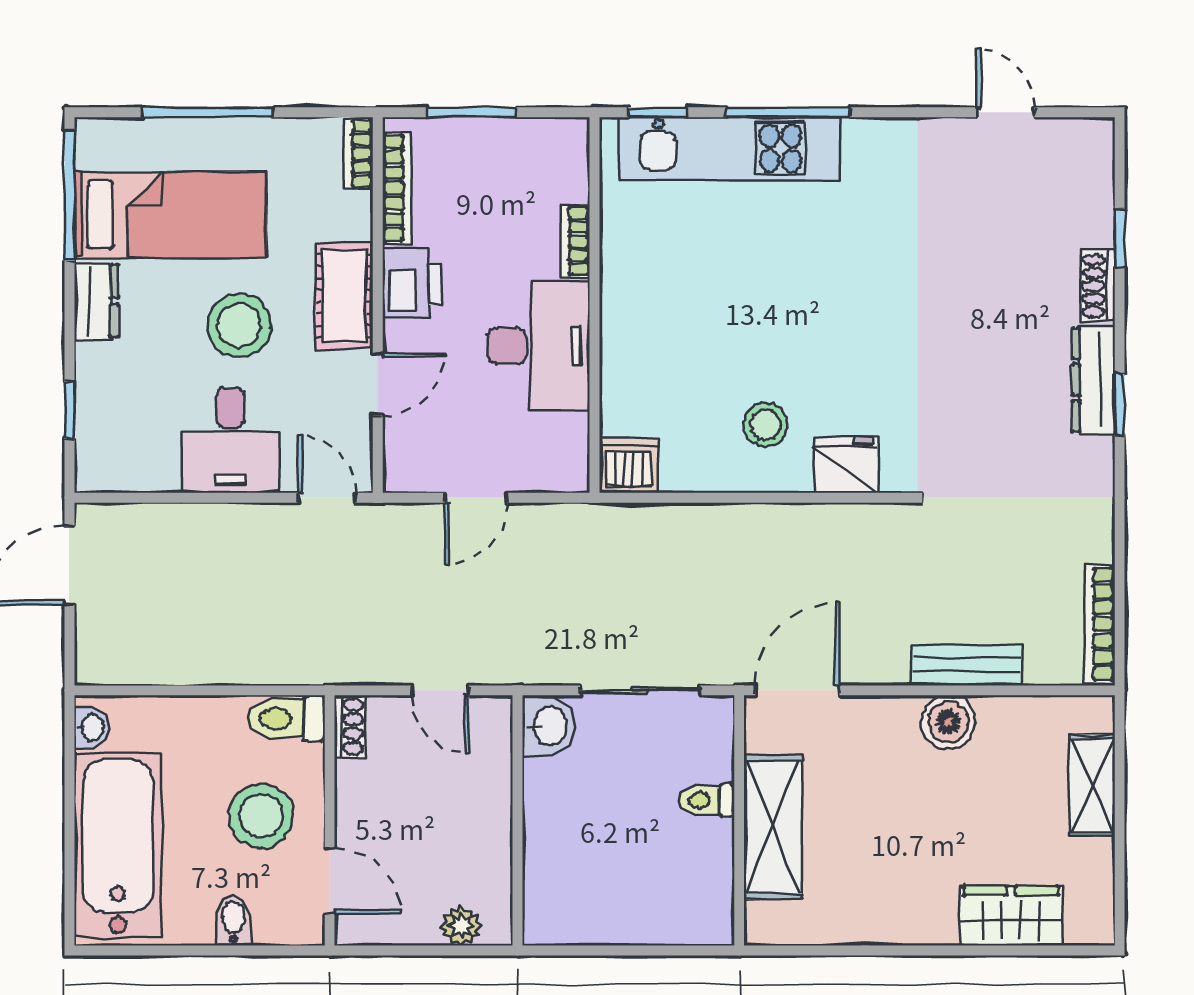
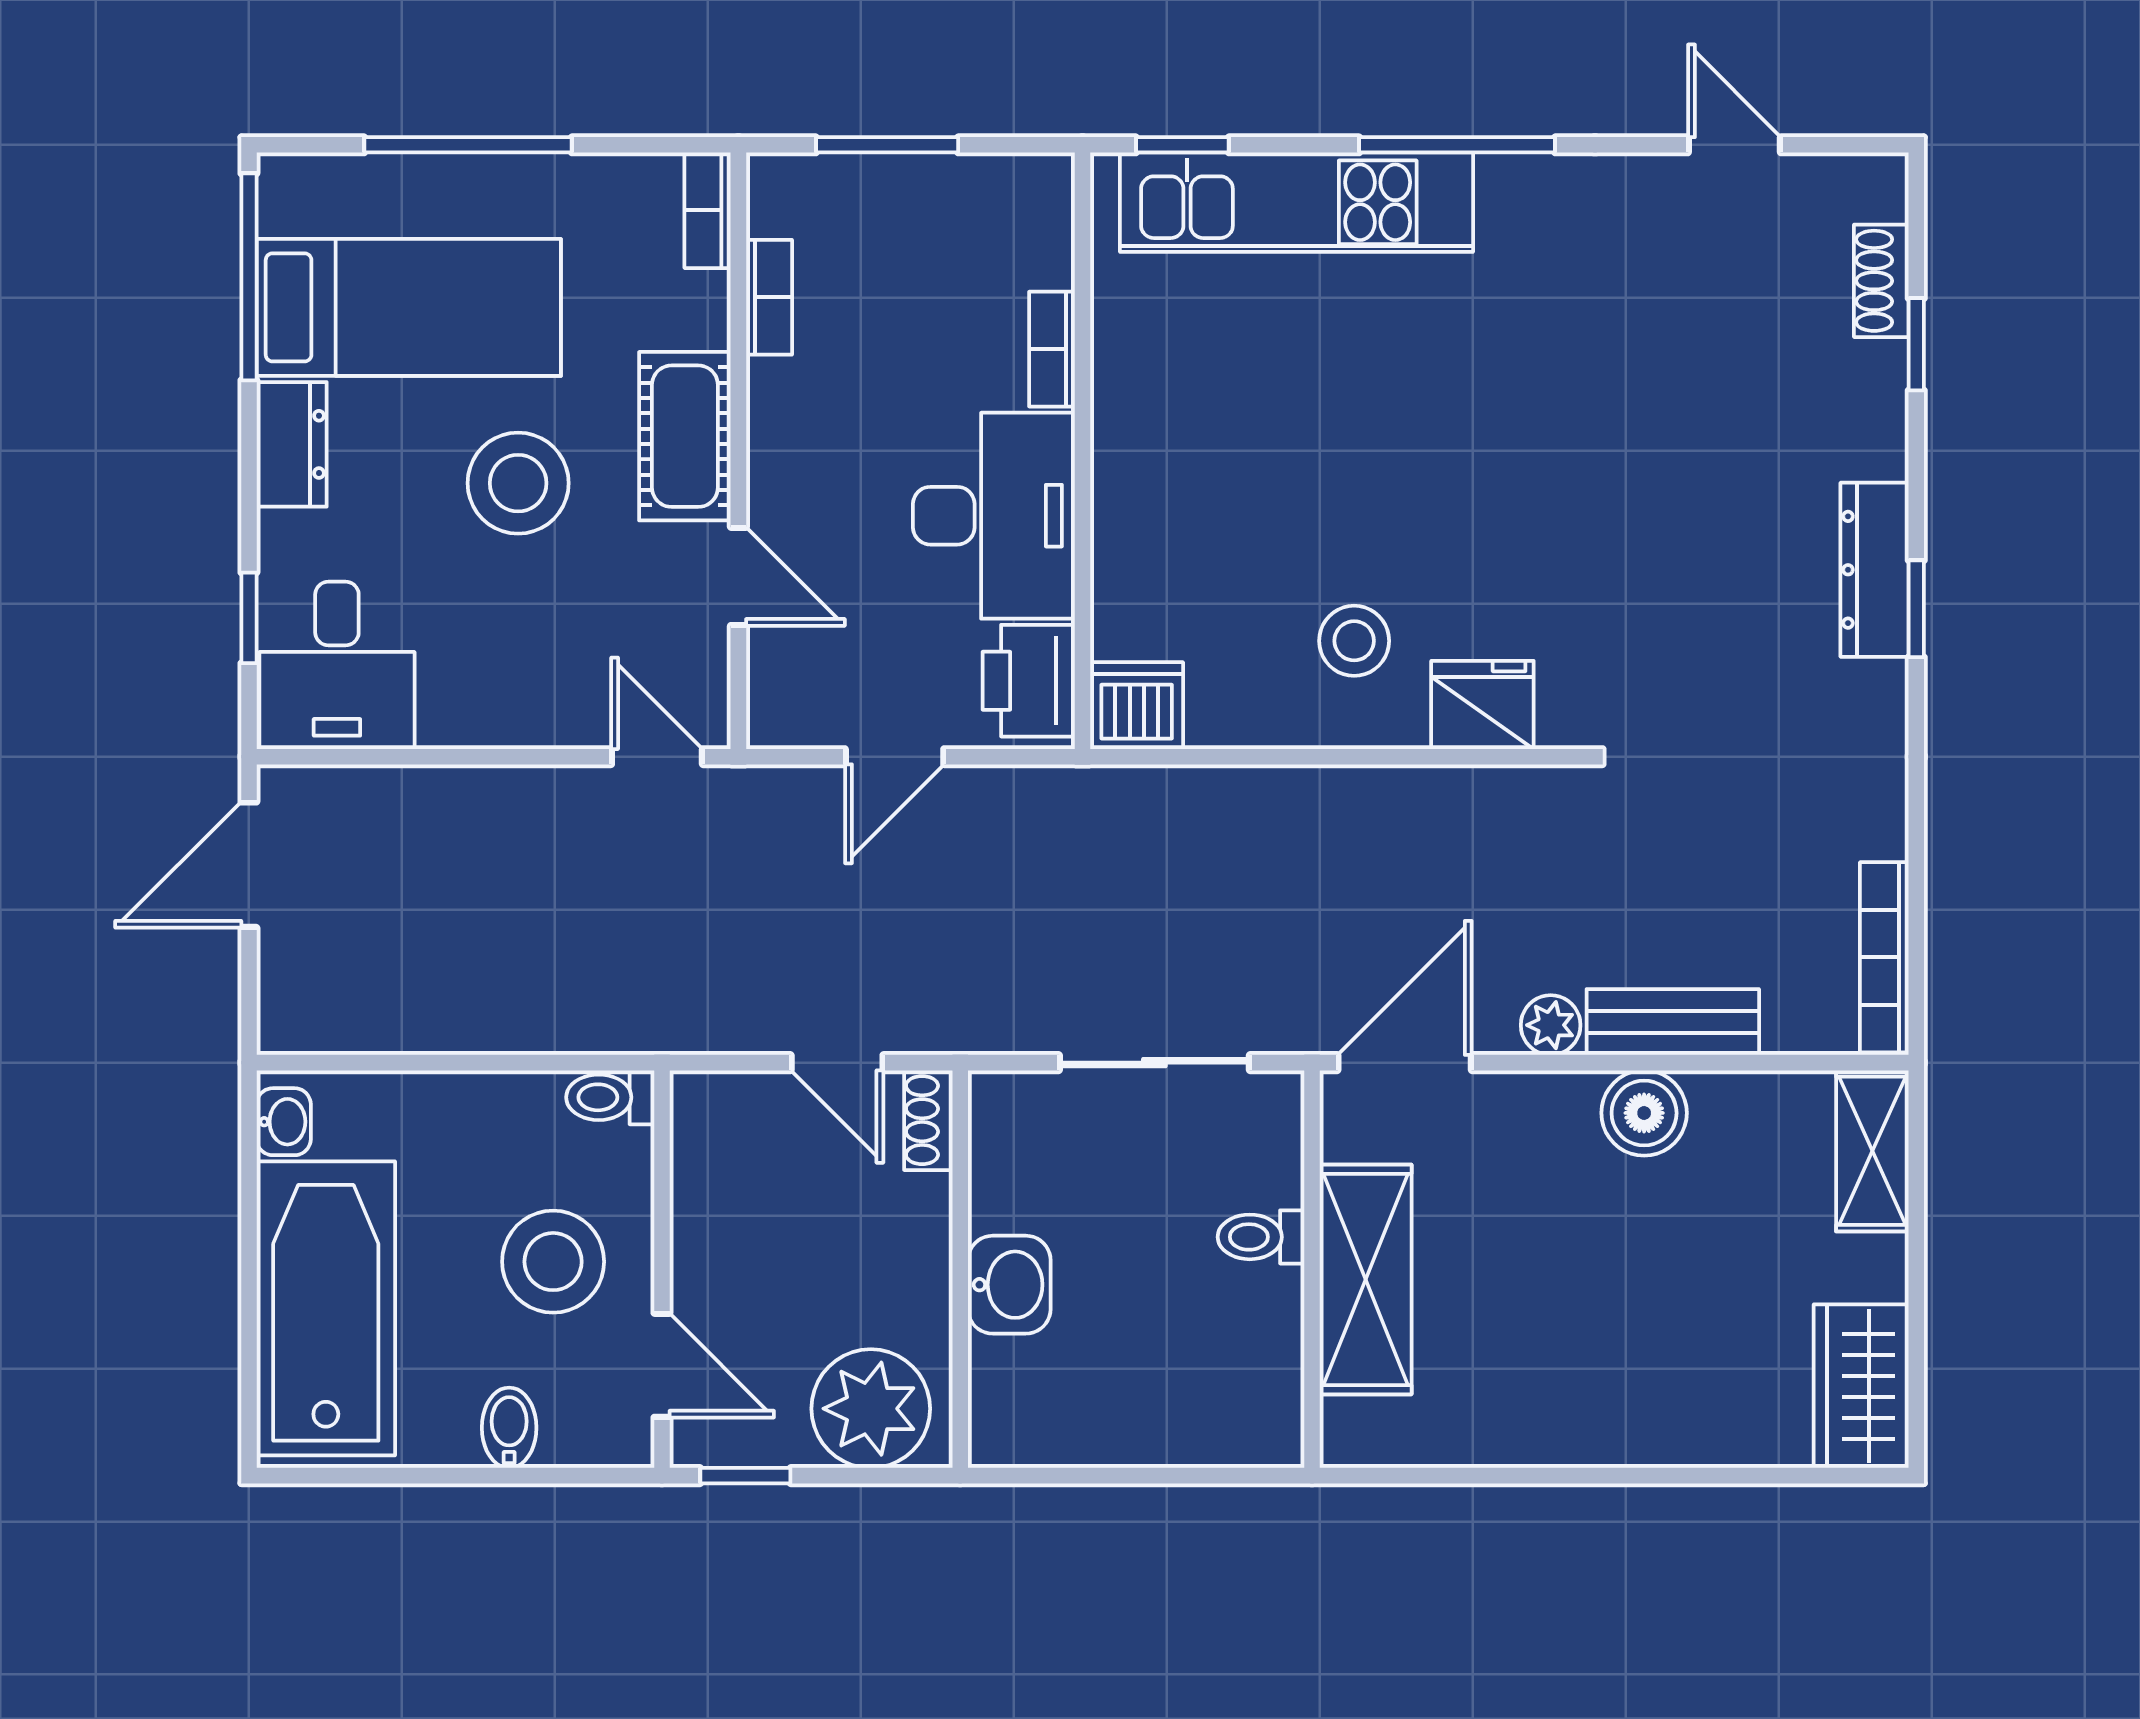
window: (788, 112) -> (1457, 145), moved
bookcase: (397, 188) -> (769, 297), width x0.64
printer: (412, 284) -> (1029, 681), moved, turned 180
shoe rack: (1098, 286) -> (1881, 281), moved
door: (378, 384) -> (738, 576), hinge flipped
desk: (230, 440) -> (337, 665), moved
plant: (889, 667) -> (1551, 1025), added
toilet: (286, 719) -> (610, 1097), width x0.73, depth x0.72
washbasin: (548, 726) -> (1009, 1285), moved
shoe rack: (350, 727) -> (928, 1120), moved, turned 180
shelving: (1092, 785) -> (1872, 1151), moved
wardrobe: (1011, 916) -> (1861, 1386), moved, turned -90
plant: (461, 926) -> (871, 1409), width x1.87, depth x1.87
window: (382, 951) -> (745, 1476), added

